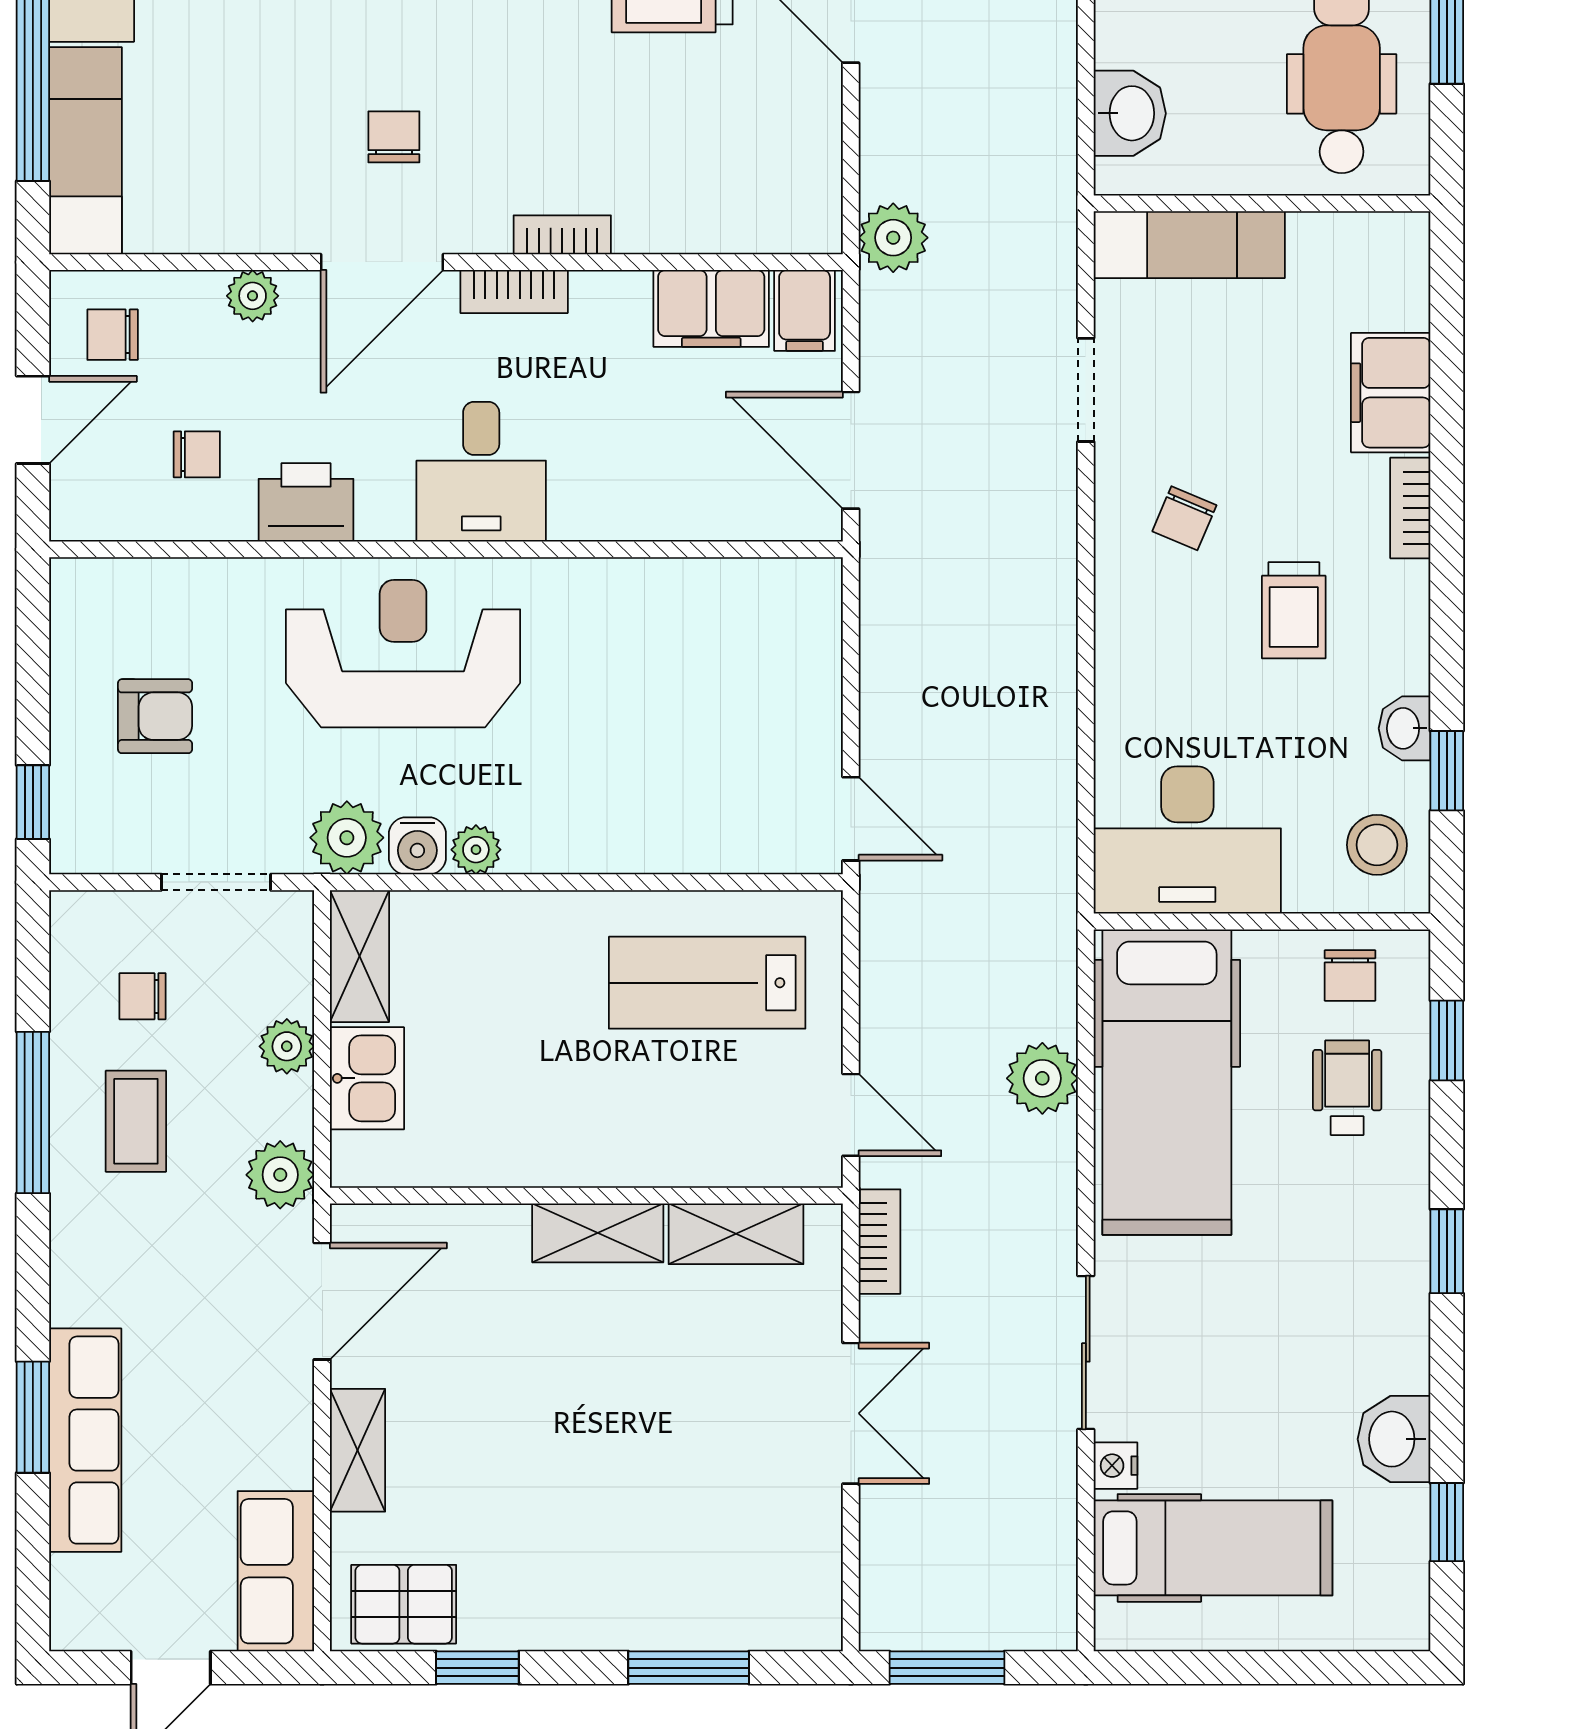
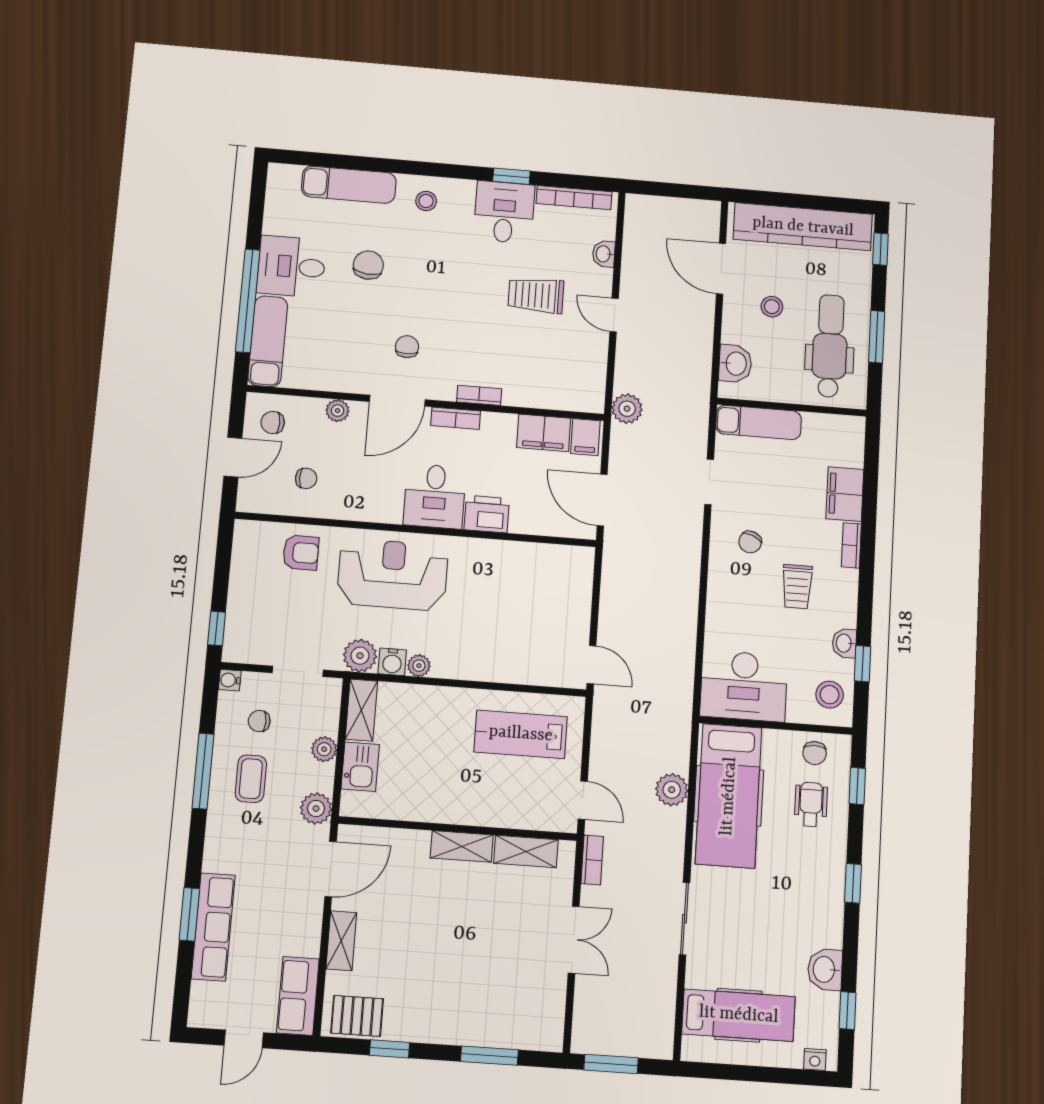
printer: (306, 502) -> (487, 514), moved
armchair: (155, 716) -> (301, 553), moved
water cooler: (72, 912) -> (230, 680), added
nightstand: (1116, 1466) -> (815, 1059), moved, turned -90

